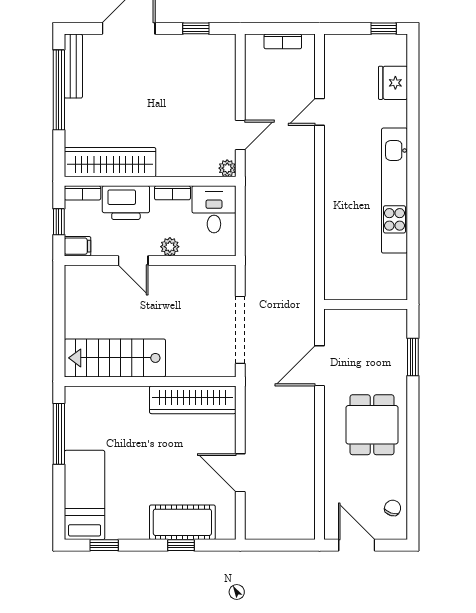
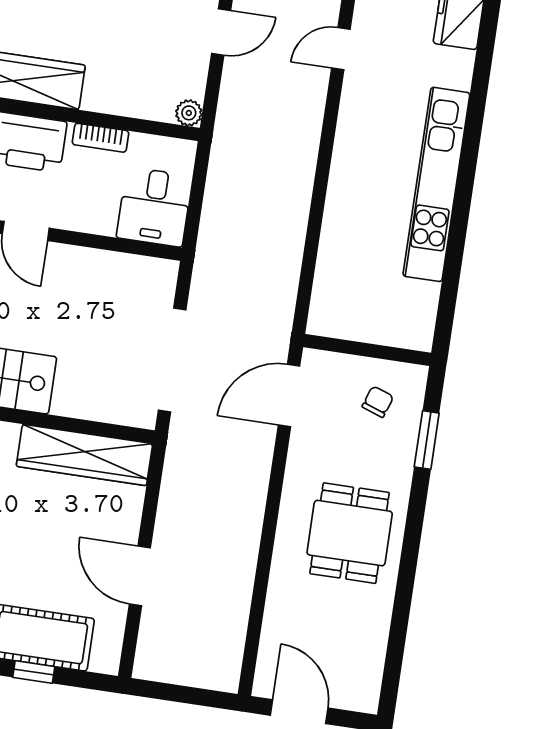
door: (240, 135) -> (221, 32), moved
desk: (214, 209) -> (154, 207), moved, turned 180
plant: (170, 247) -> (84, 219), removed
door: (319, 366) -> (289, 395), moved
chair: (393, 508) -> (378, 402), moved

